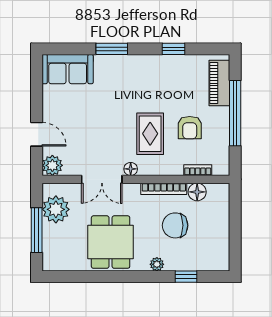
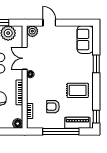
window: (173, 49) -> (96, 117), moved
door: (37, 134) -> (49, 23), swing flipped
rug: (150, 134) -> (78, 90), moved
floor lamp: (197, 192) -> (18, 124), moved

